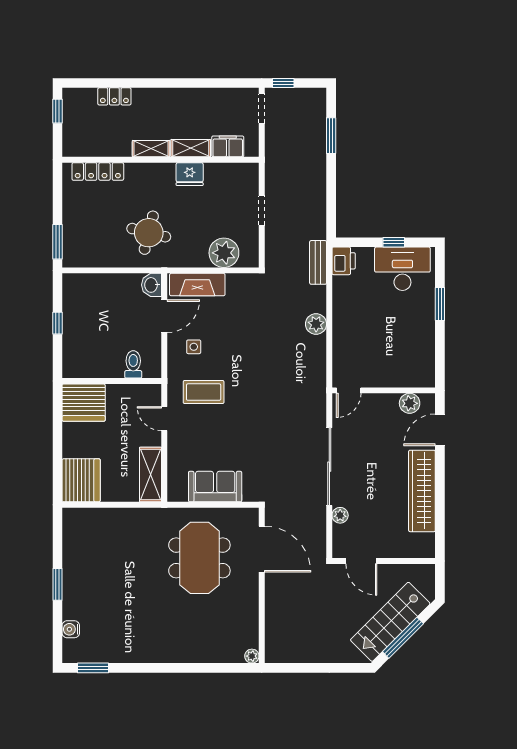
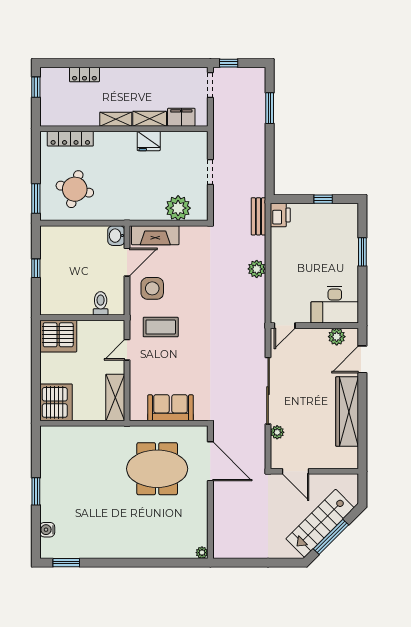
round table: (149, 233) -> (75, 189), moved
desk: (402, 269) -> (335, 305), moved, turned 180
side table: (194, 347) -> (152, 288), width x1.87, depth x1.87
door: (164, 419) -> (127, 350), hinge flipped
meeting table: (199, 558) -> (157, 469), turned 90

